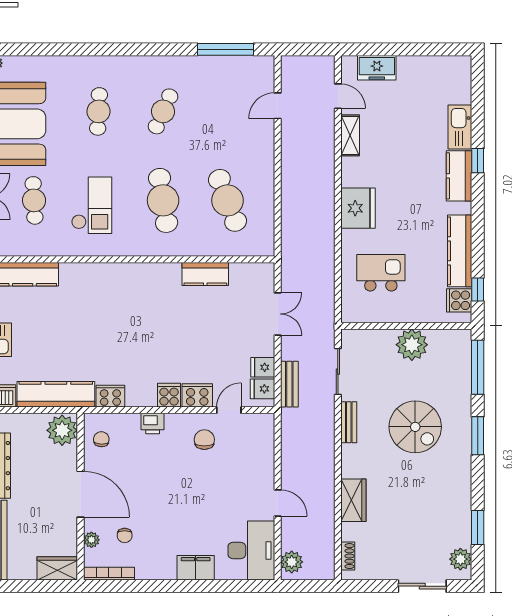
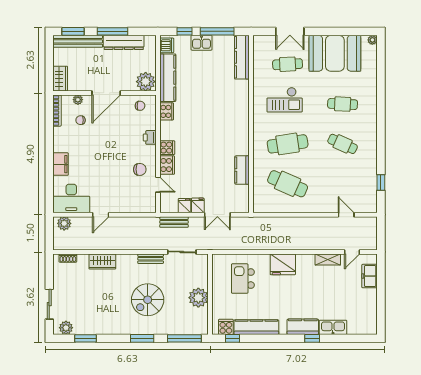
window: (225, 49) -> (381, 183), width x0.46
cafe table: (228, 200) -> (288, 184), turned 45
kitchen island: (381, 273) -> (243, 279), turned 180
fridge: (262, 389) -> (198, 205), moved

